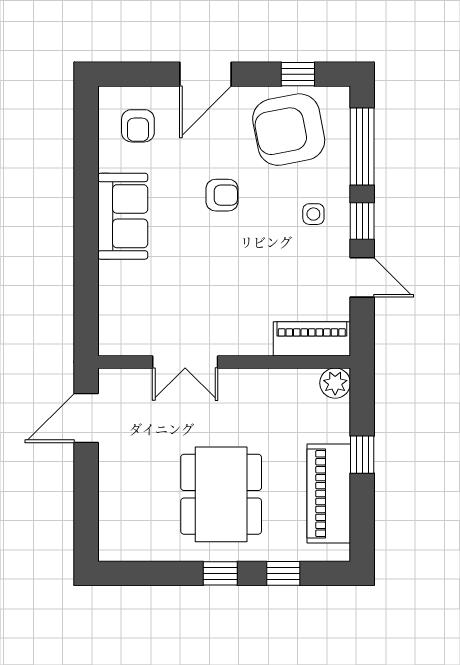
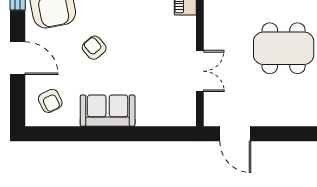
armchair: (138, 126) -> (50, 101), turned 64
armchair: (222, 195) -> (94, 48), turned -41

